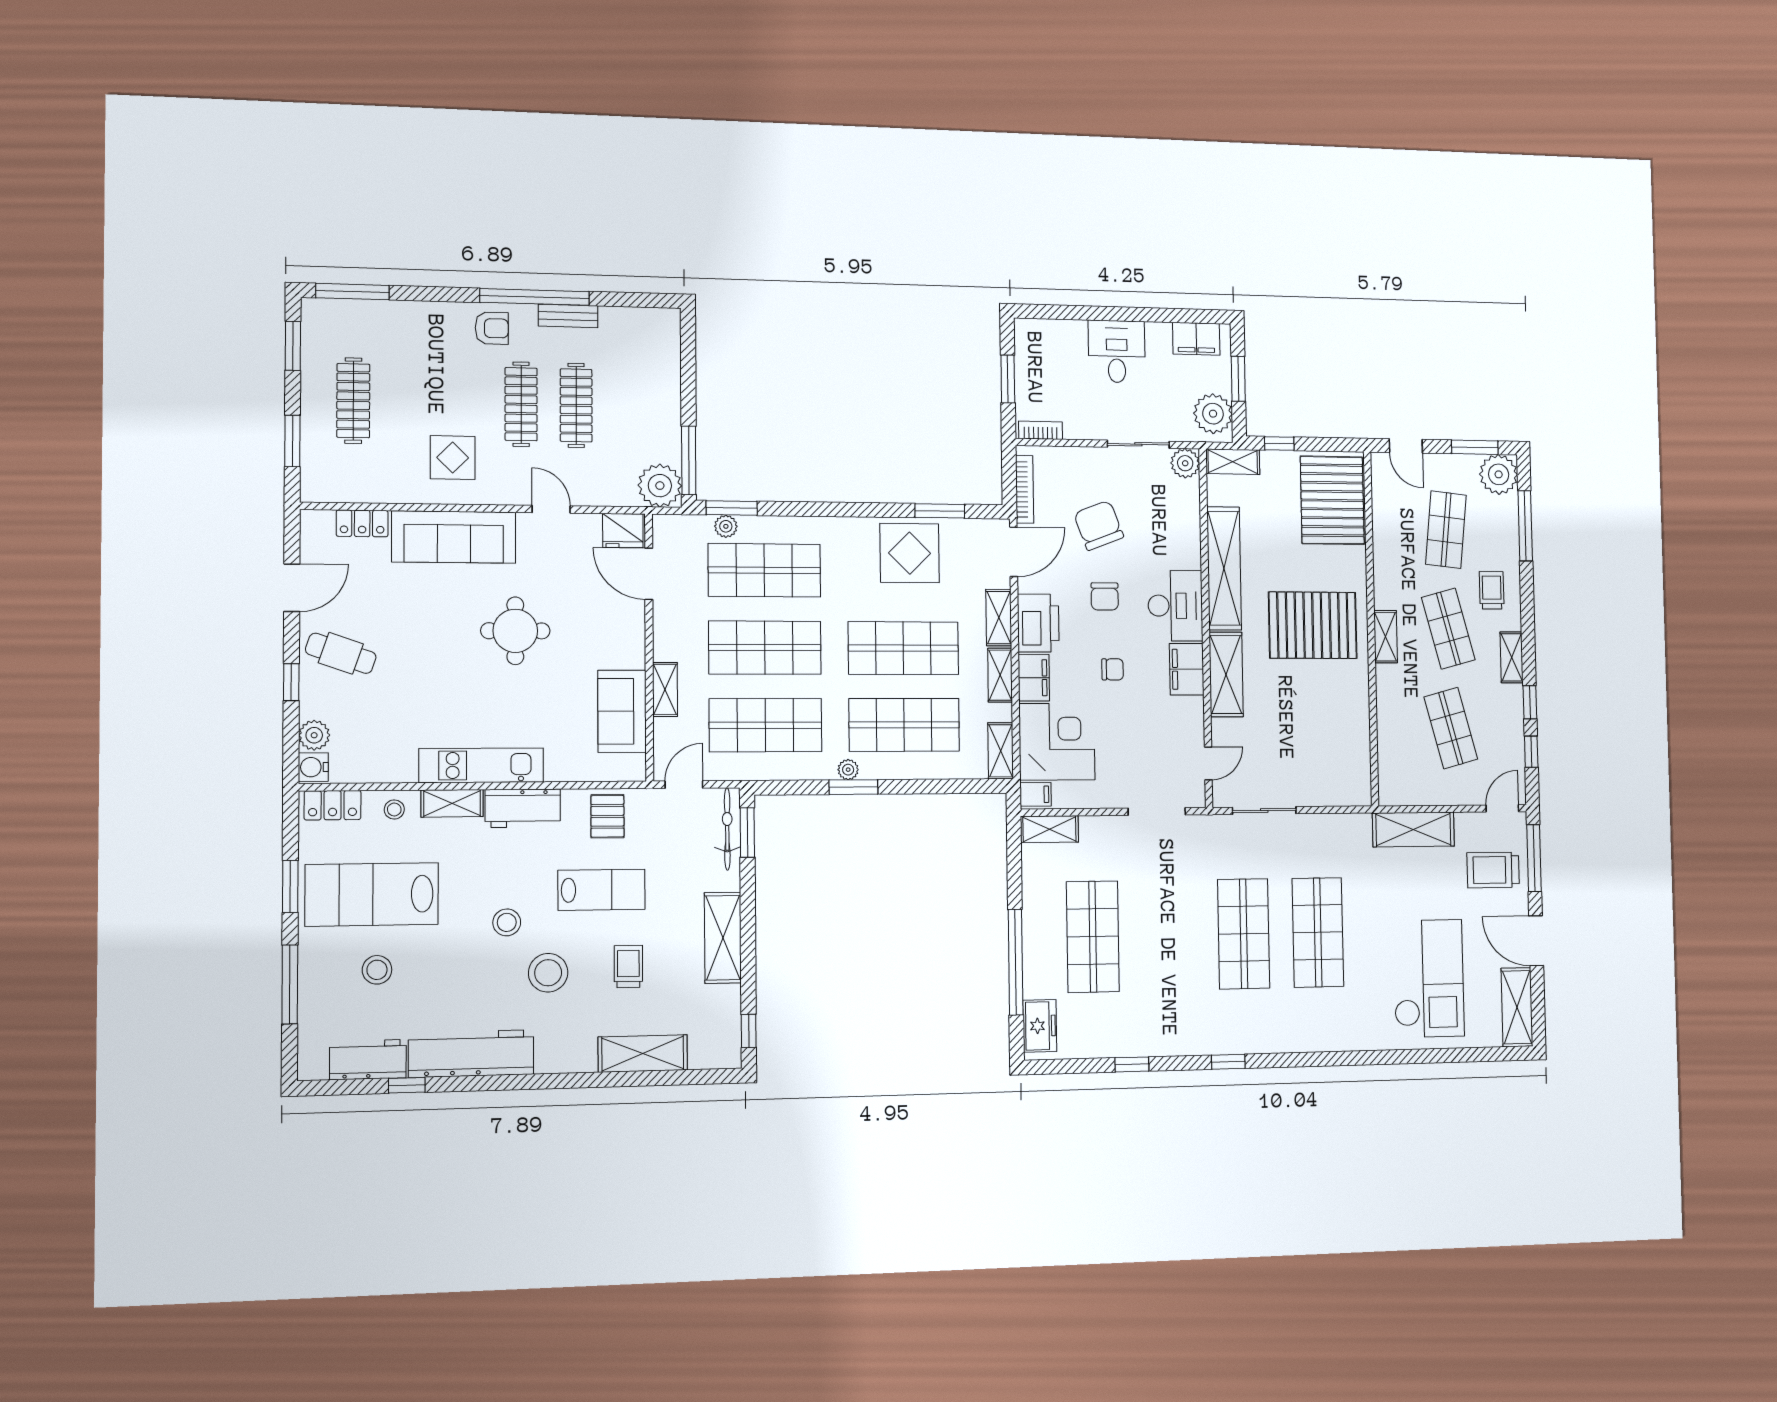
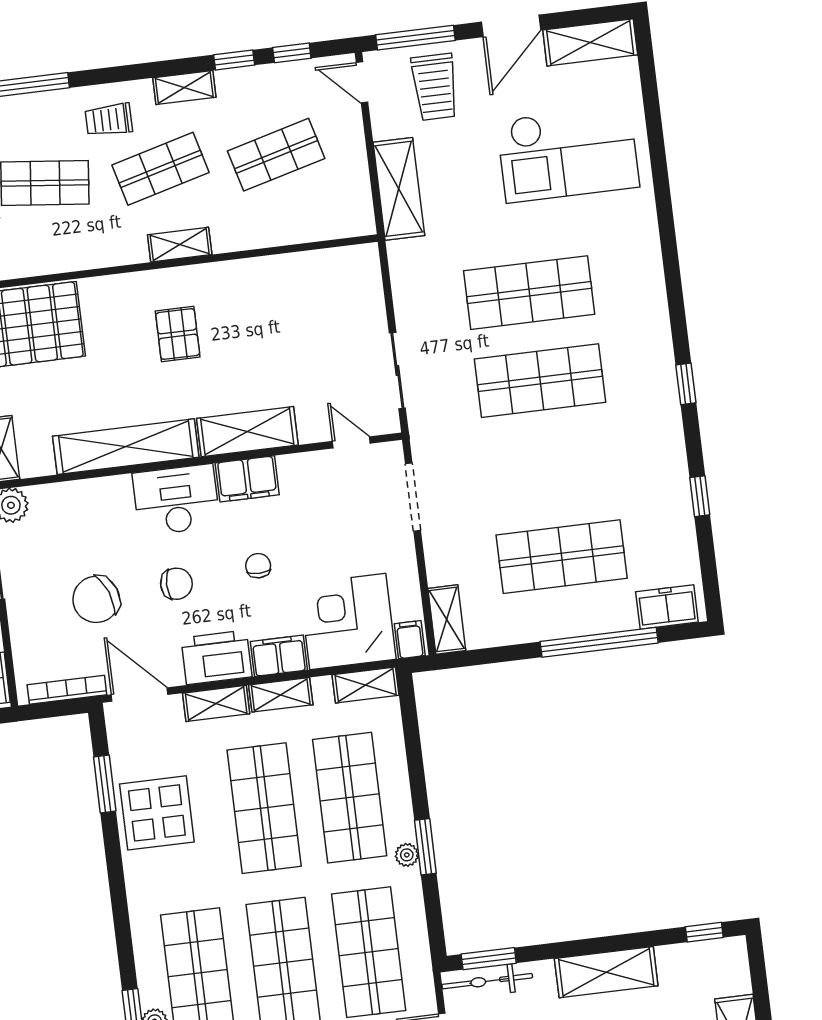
pallet: (1313, 625) -> (178, 334), width x0.49, depth x0.50
checkout: (1429, 978) -> (568, 154), turned 180

